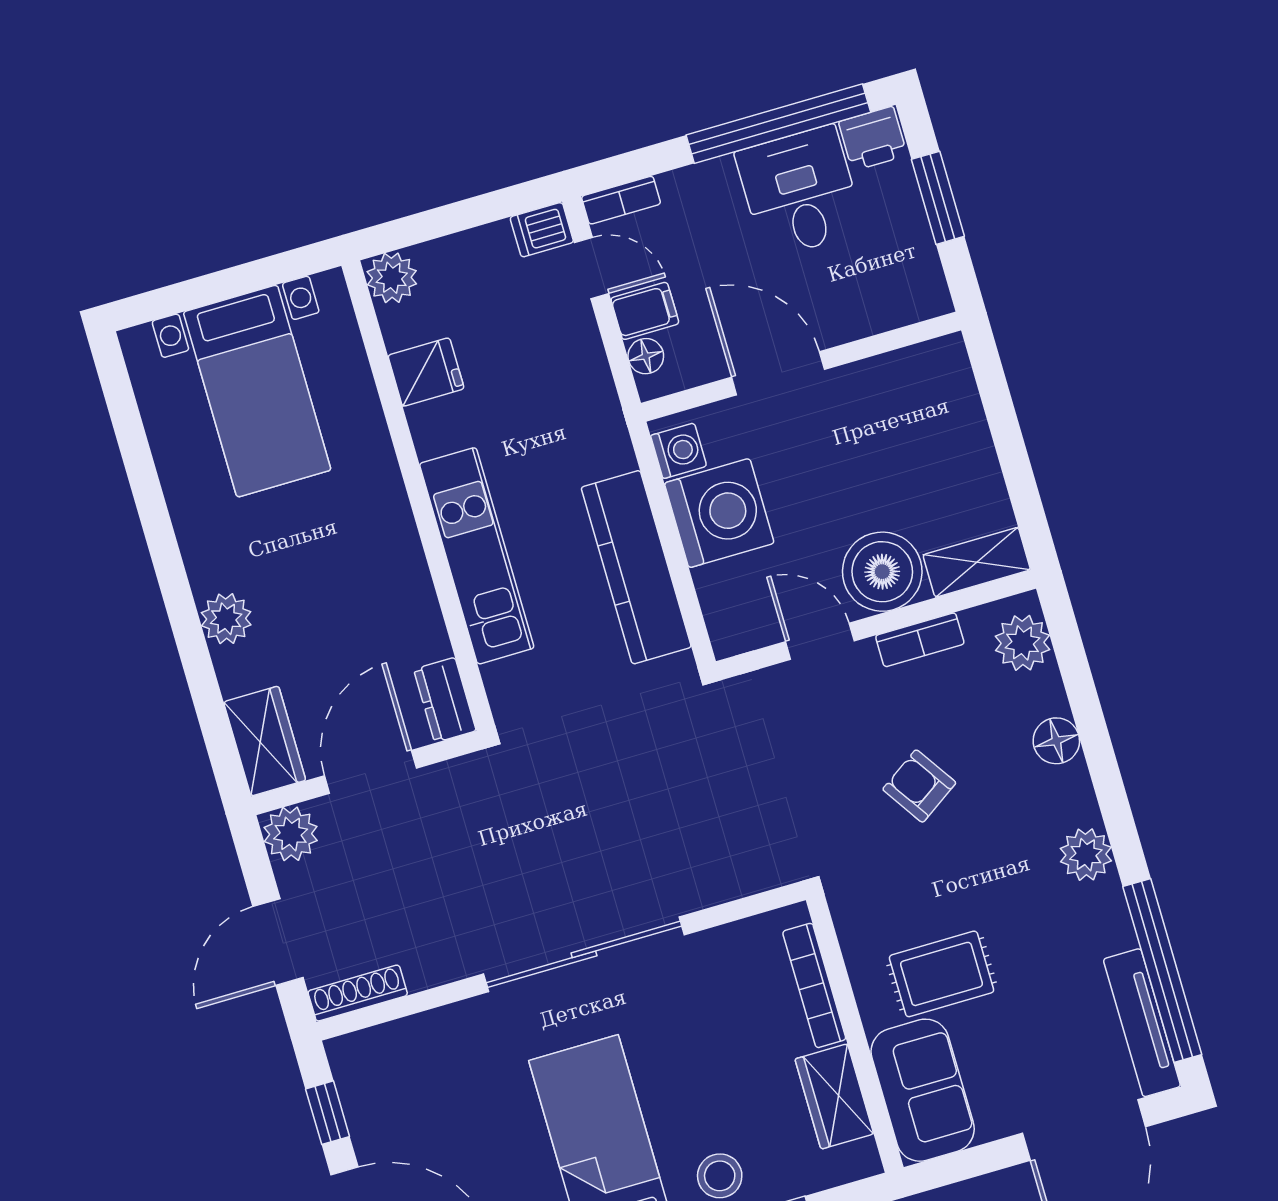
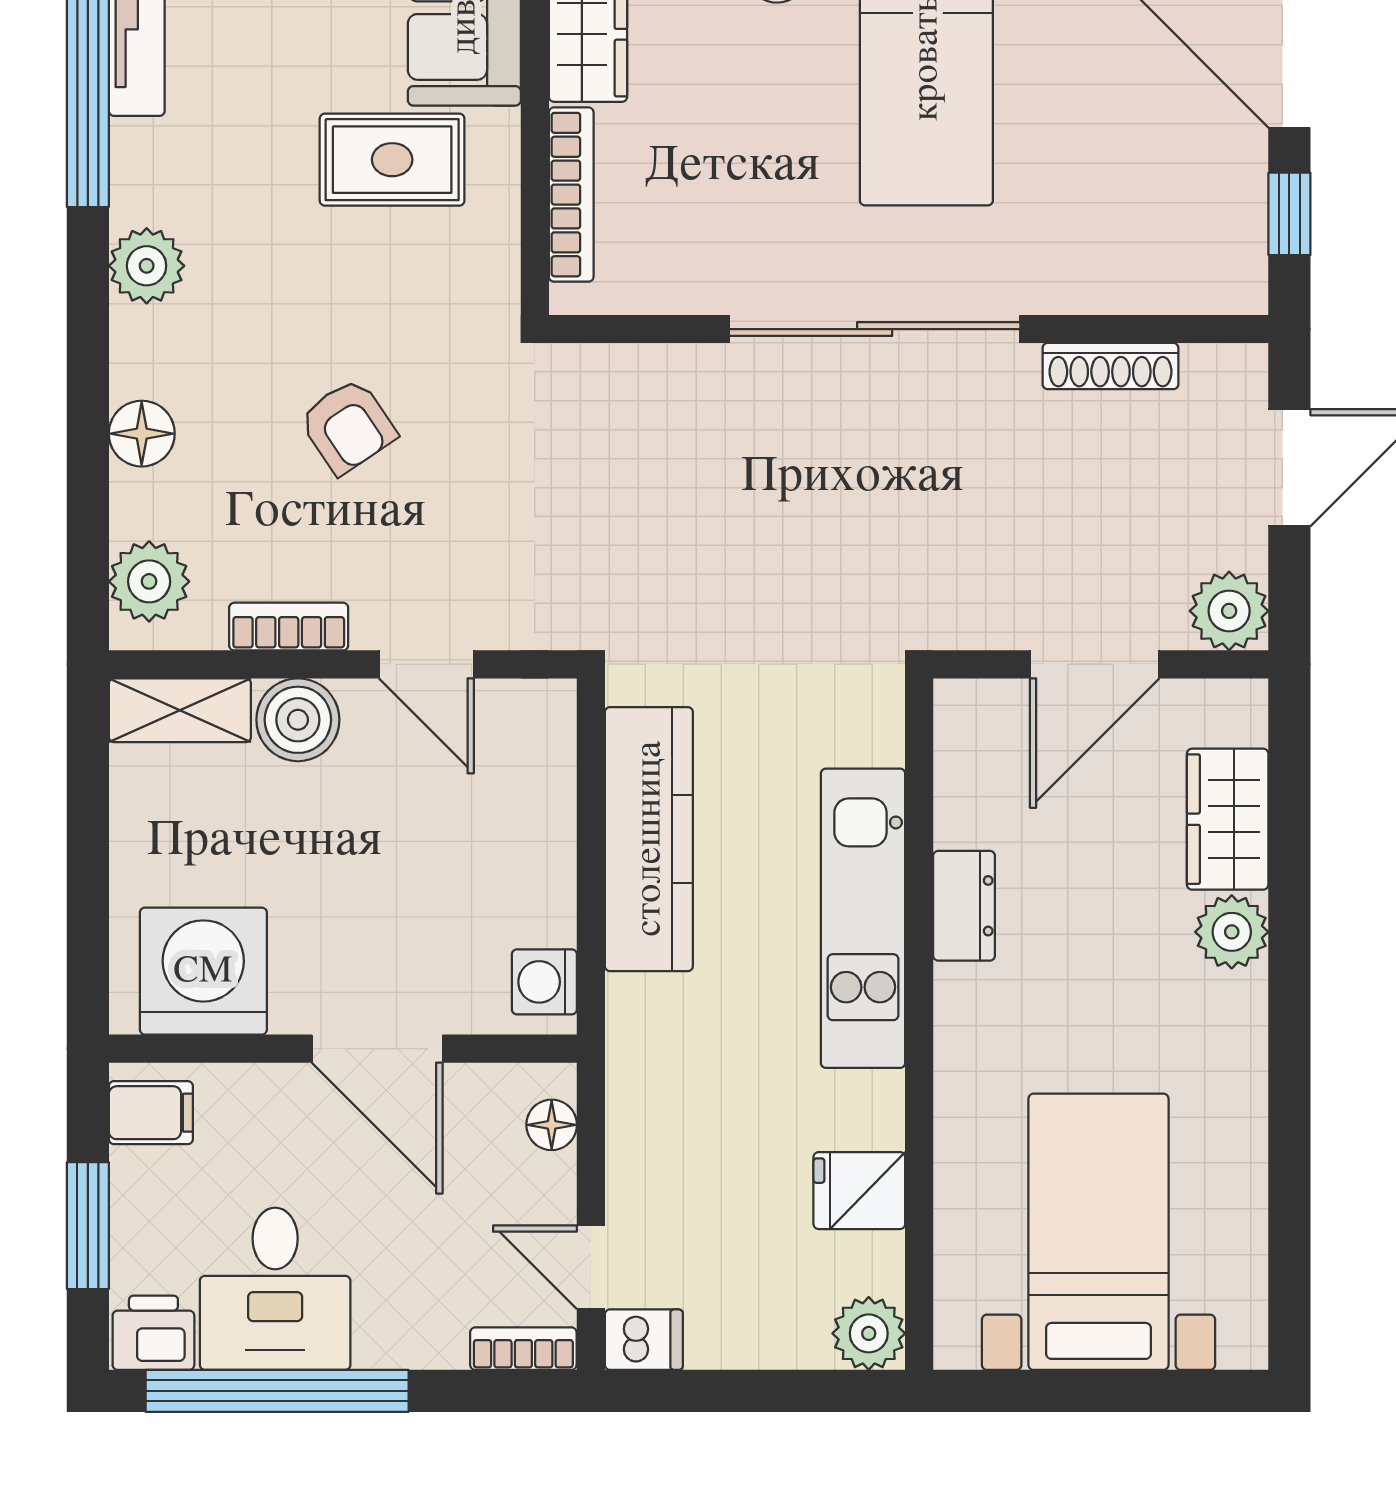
filing cabinet: (645, 311) -> (151, 1113), moved, turned 180
washing machine: (719, 513) -> (203, 971), moved, turned 90
boiler: (882, 572) -> (298, 720), width x0.73, depth x0.73
dresser: (445, 700) -> (964, 906), moved
wardrobe: (265, 741) -> (1228, 819), moved
shoe rack: (358, 993) -> (1111, 366), moved

